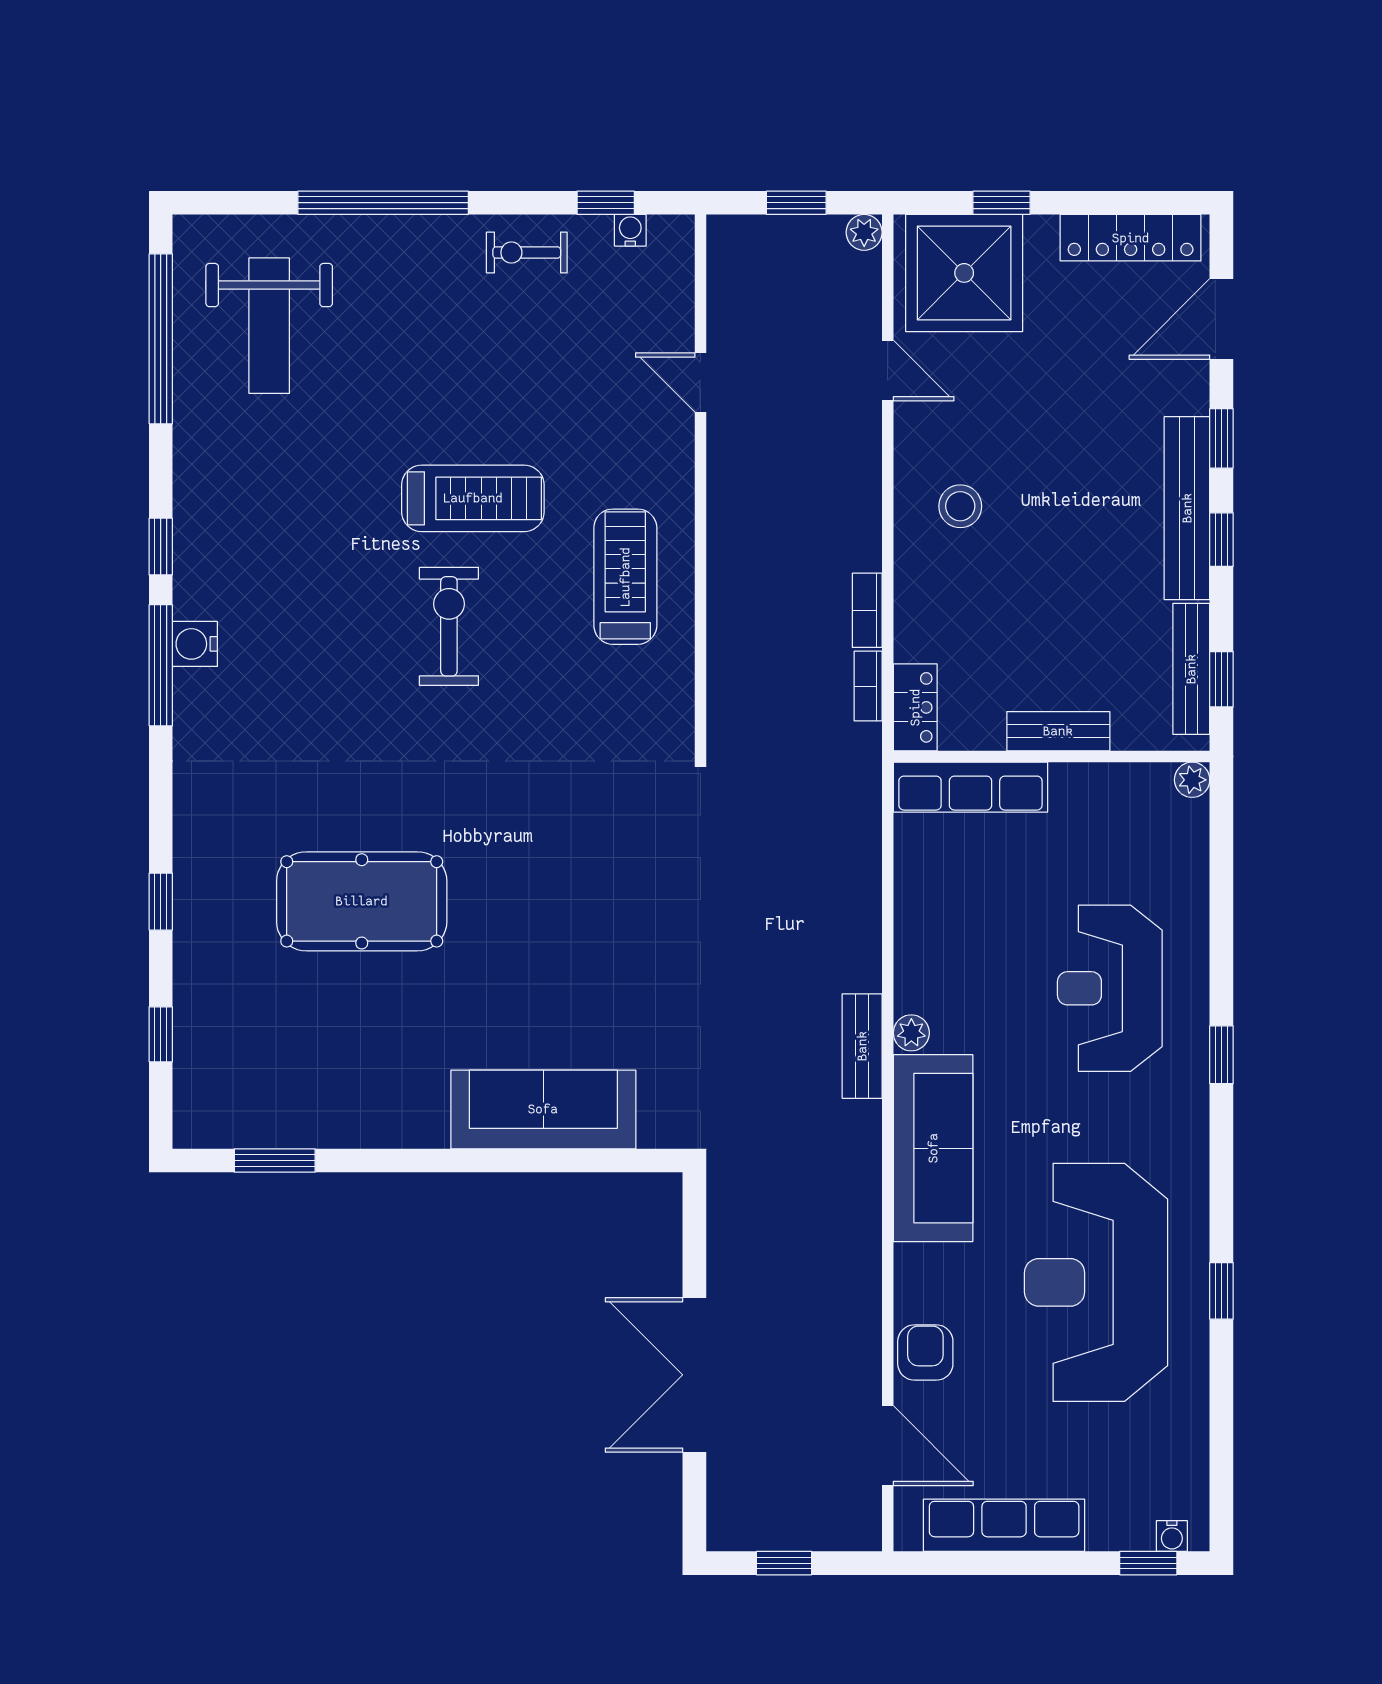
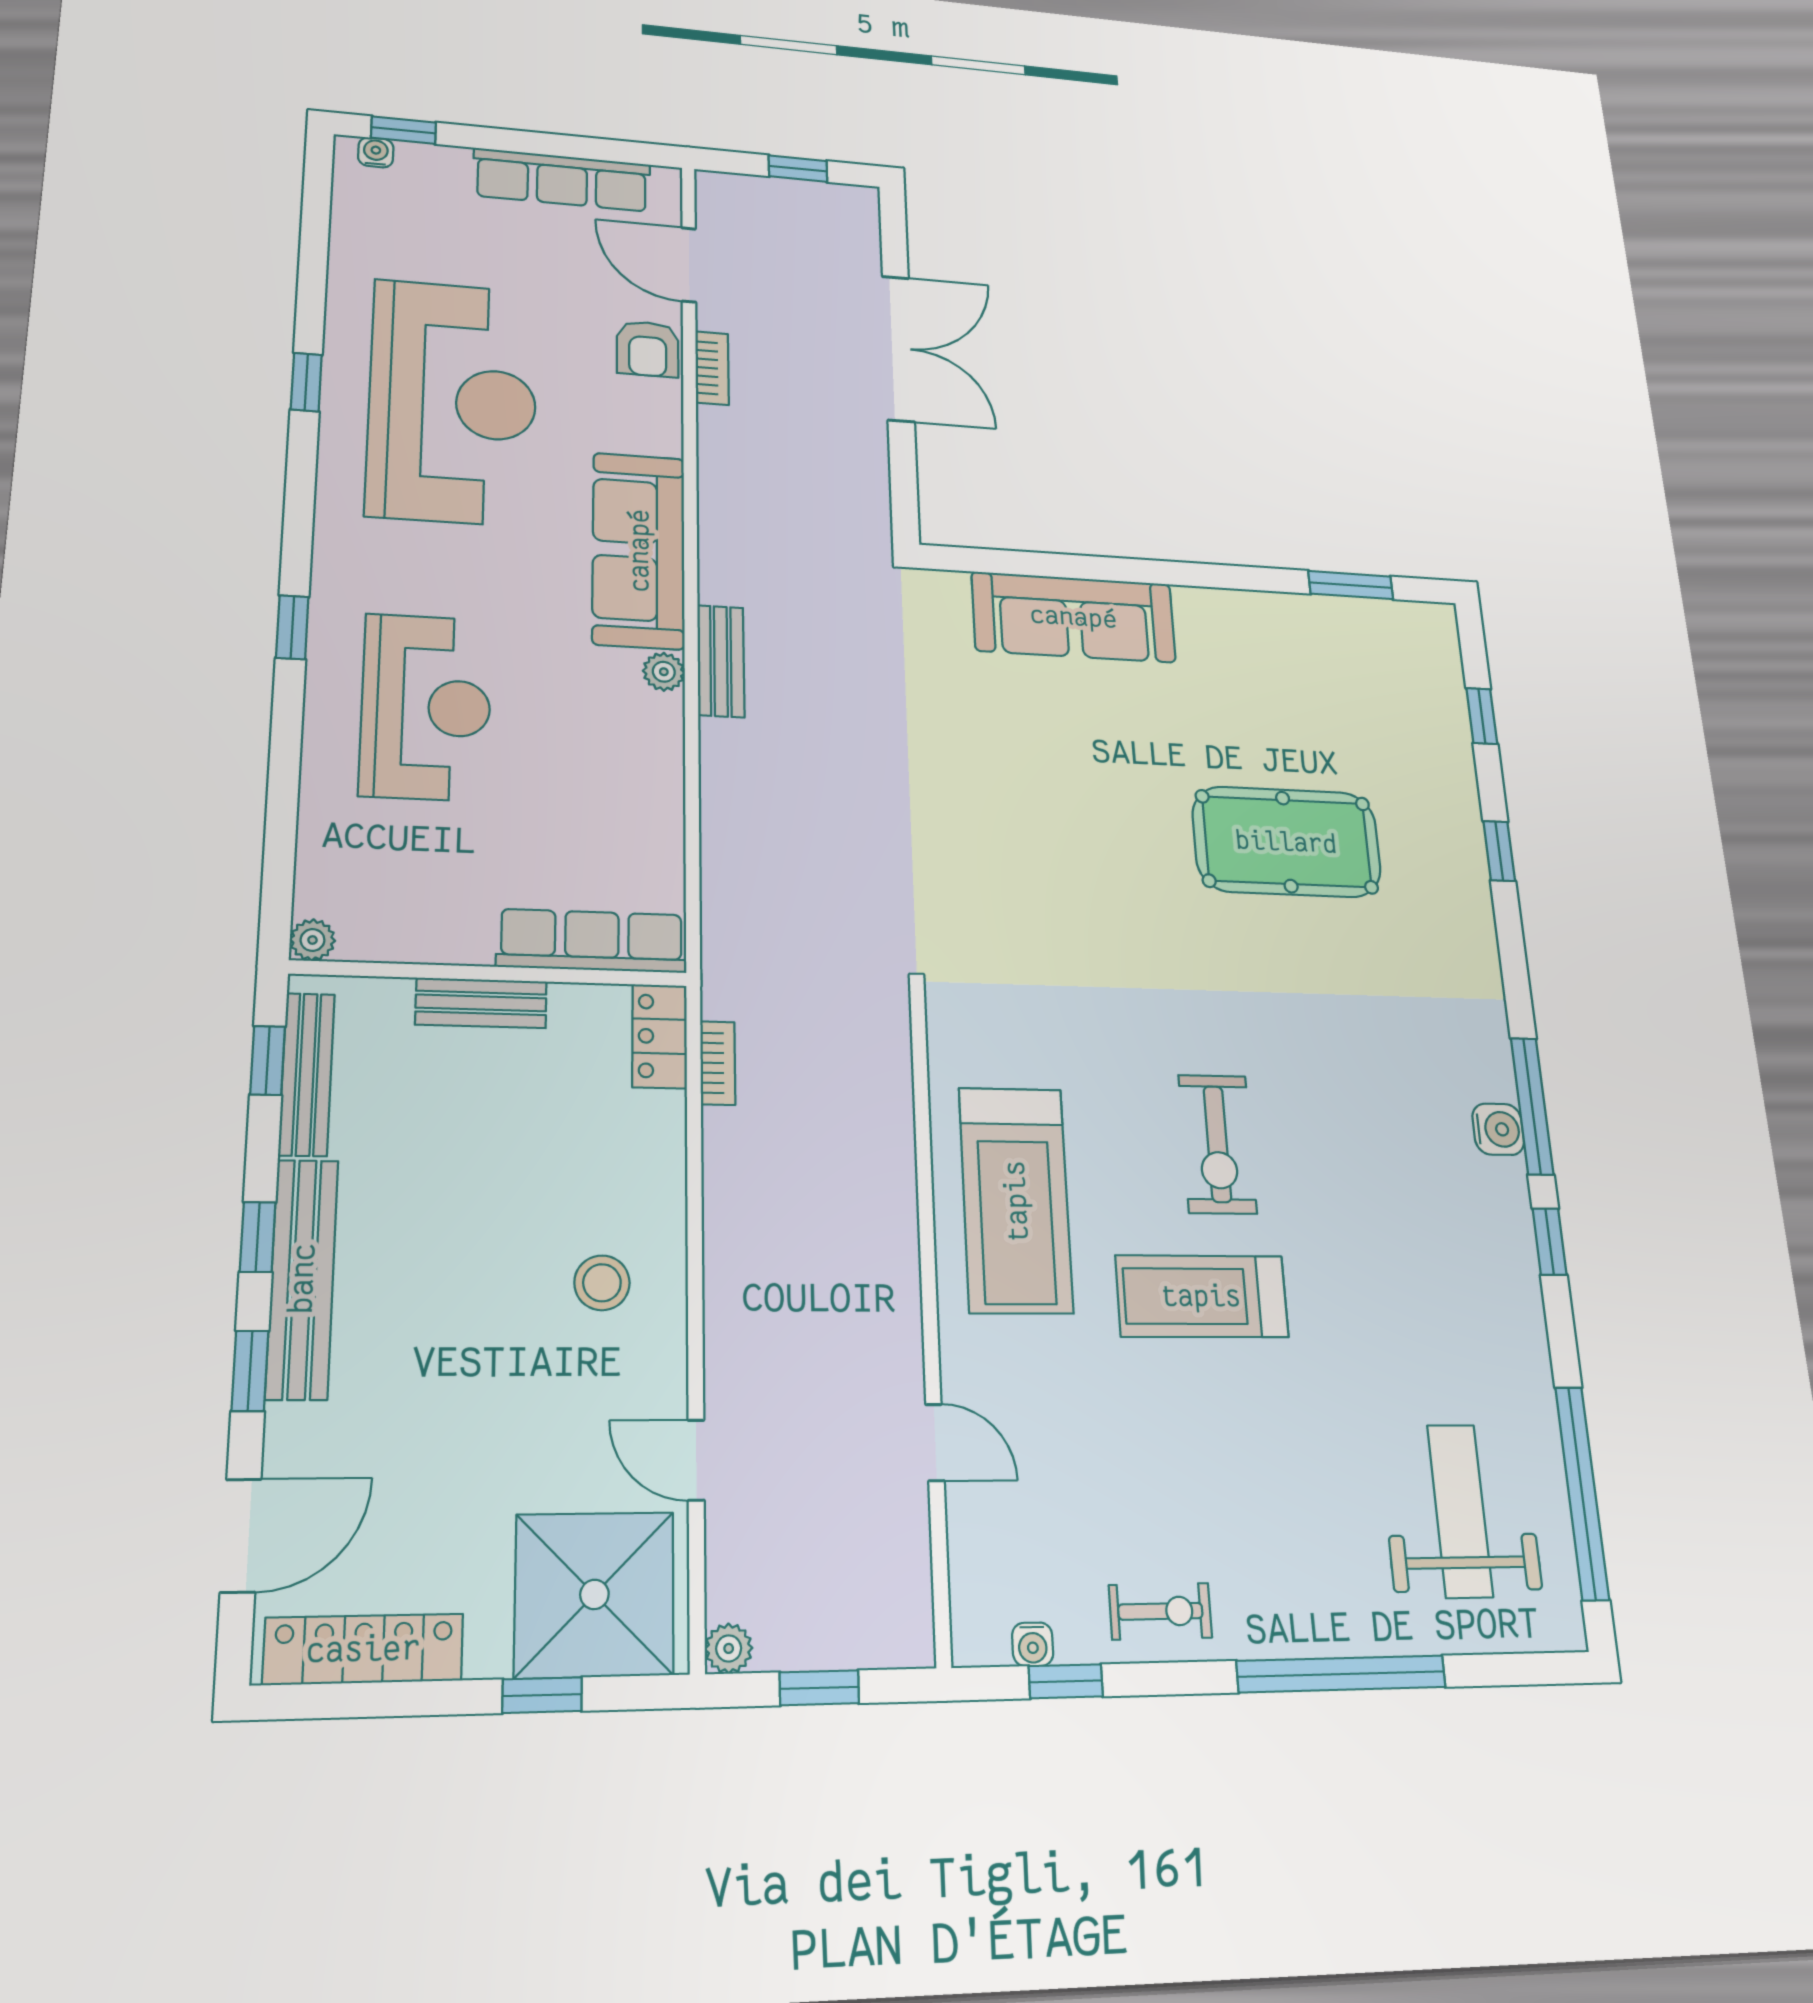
treadmill: (625, 577) -> (1016, 1200), width x1.37, depth x1.38
bookcase: (867, 610) -> (712, 368), moved

